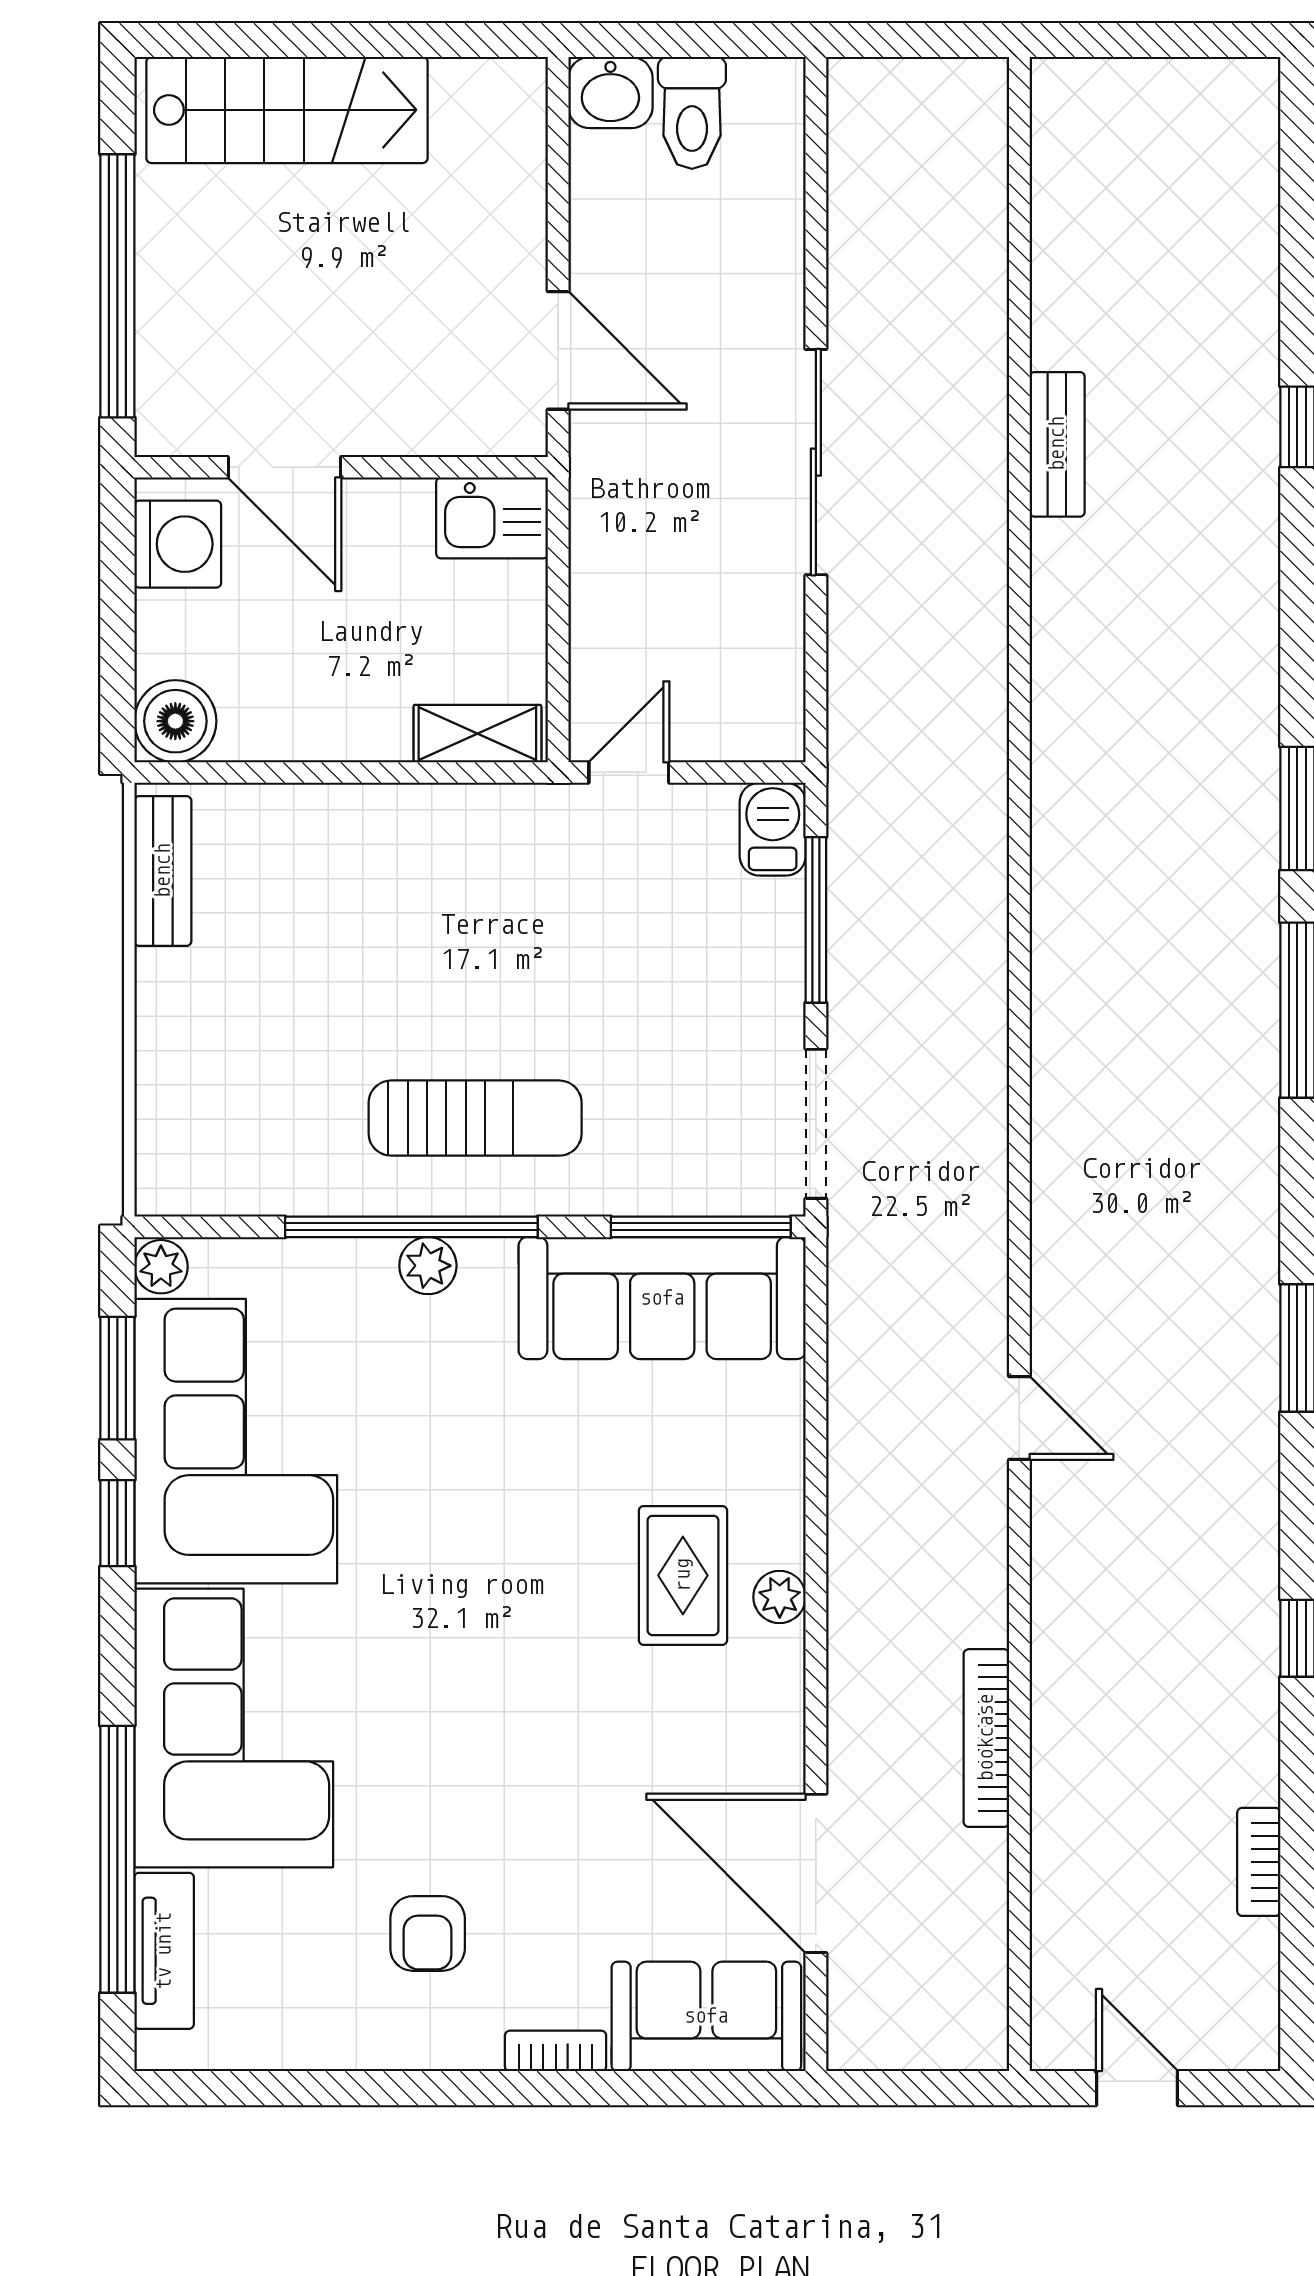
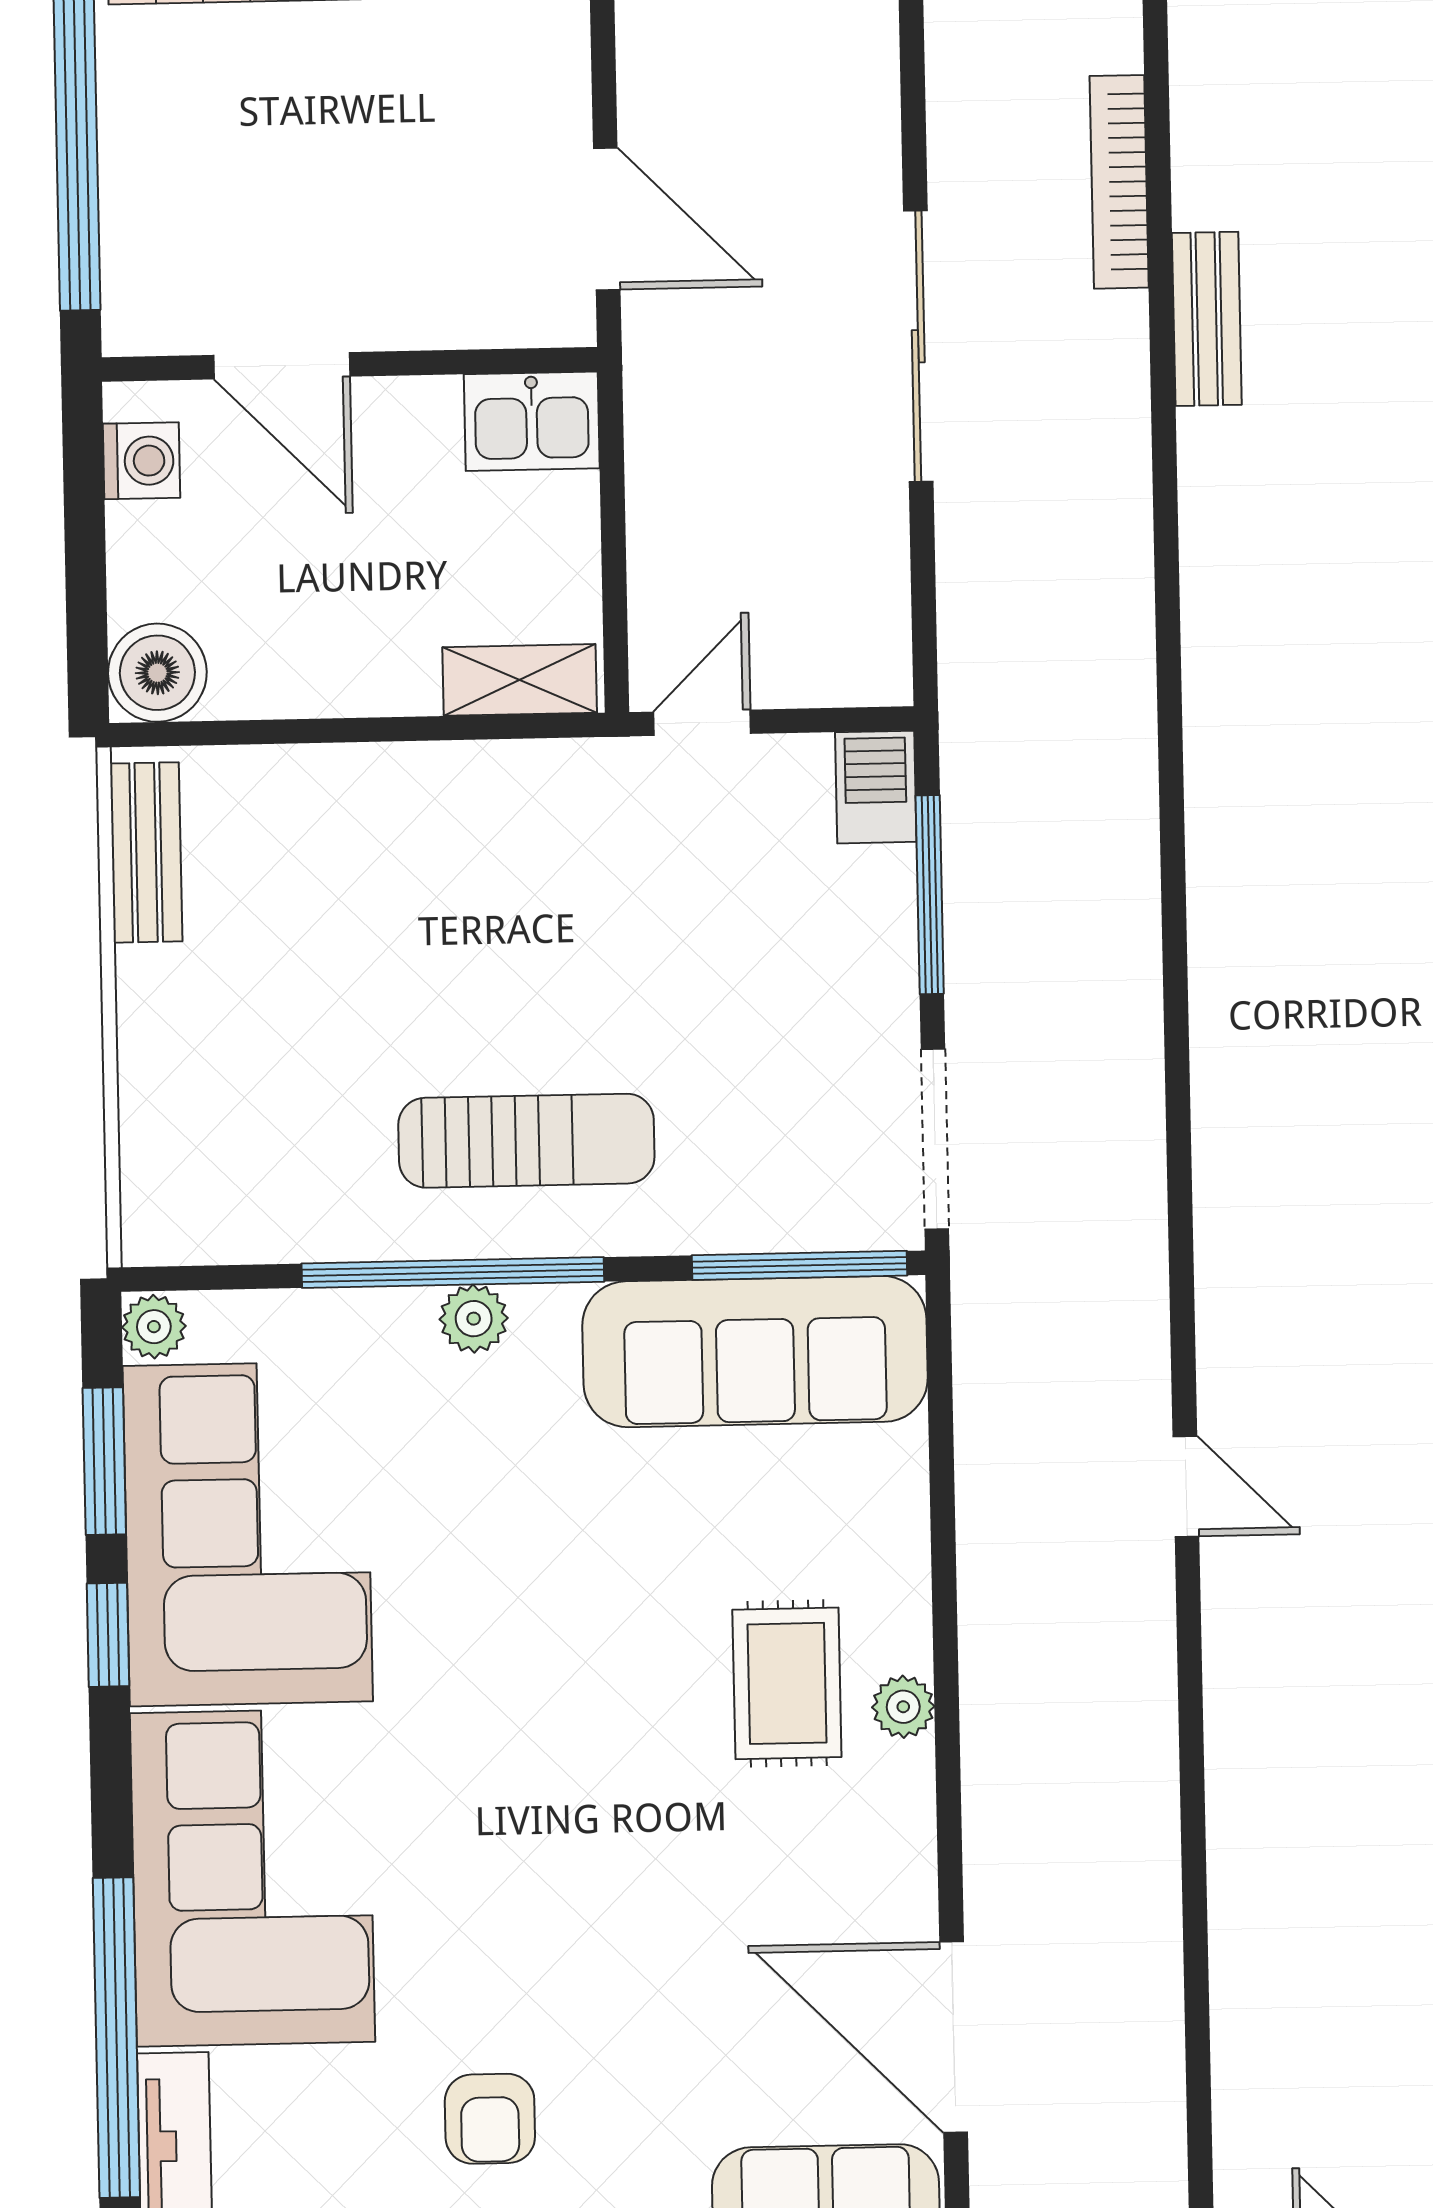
washing machine: (178, 544) -> (141, 461), width x0.73, depth x0.73
bookcase: (986, 1738) -> (1119, 182), moved

